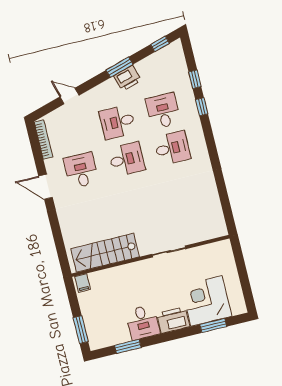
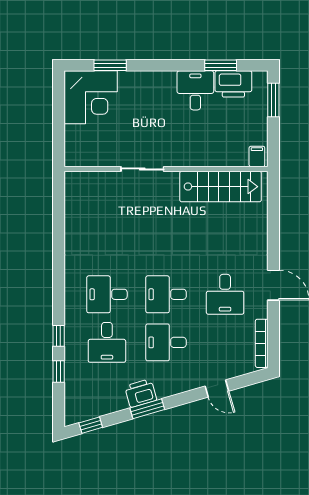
desk: (118, 122) -> (166, 342), turned 180
corner desk: (206, 301) -> (91, 97), moved
printer: (173, 320) -> (233, 84), moved

